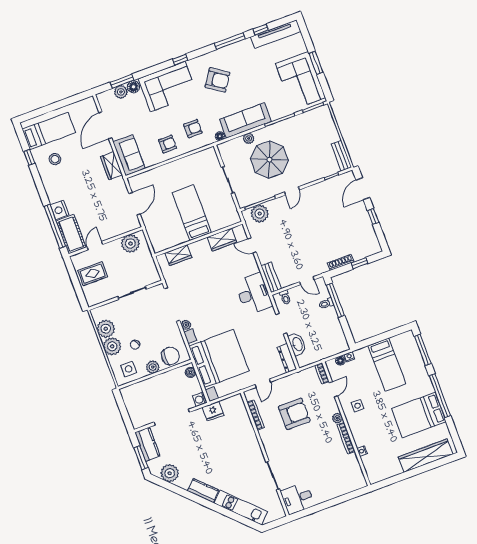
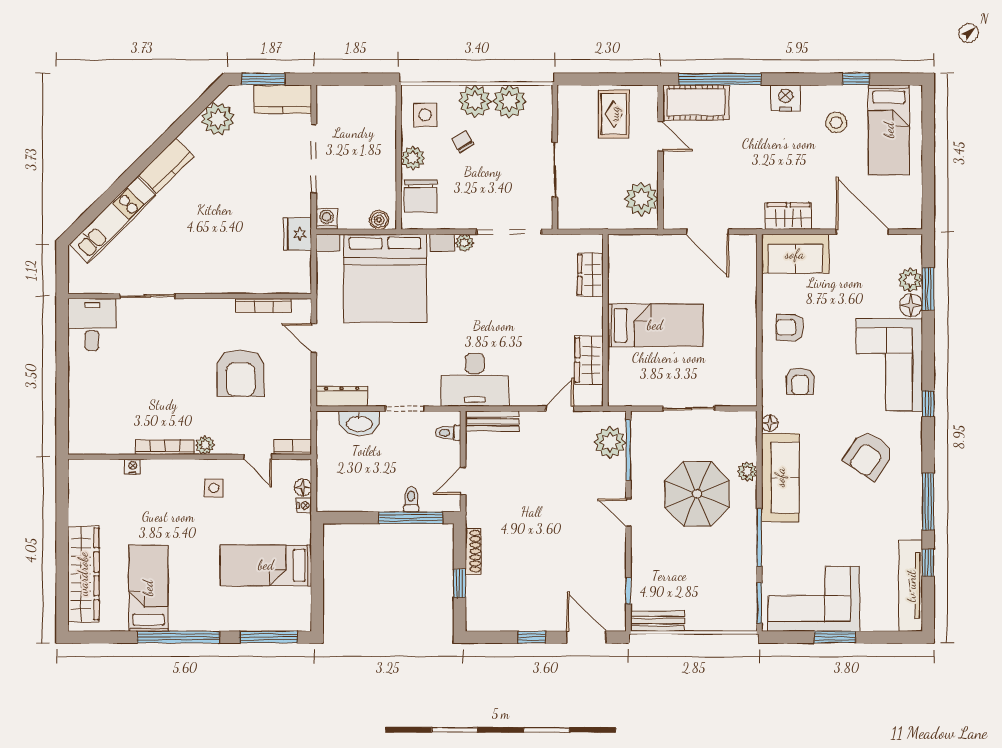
armchair: (168, 144) -> (790, 327), turned 90
nightstand: (60, 210) -> (786, 98), moved
bed: (419, 415) -> (148, 588), width x0.67

